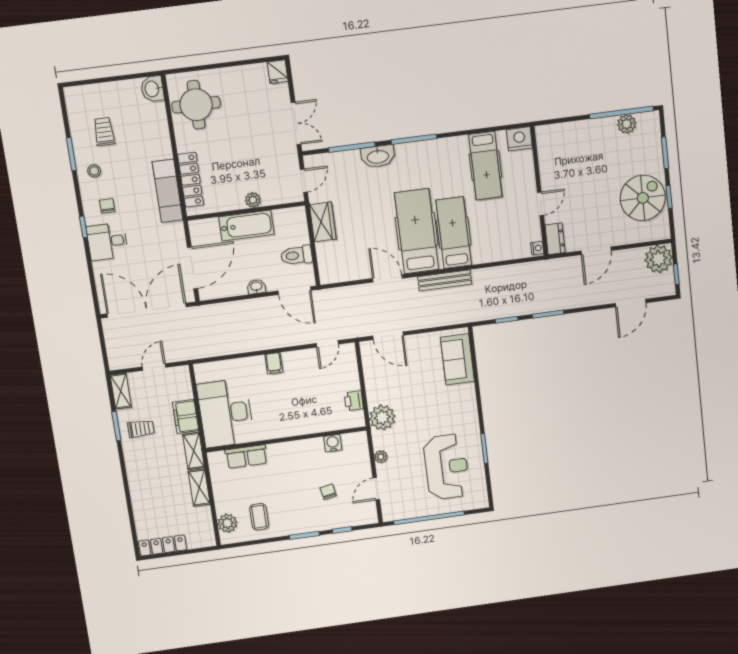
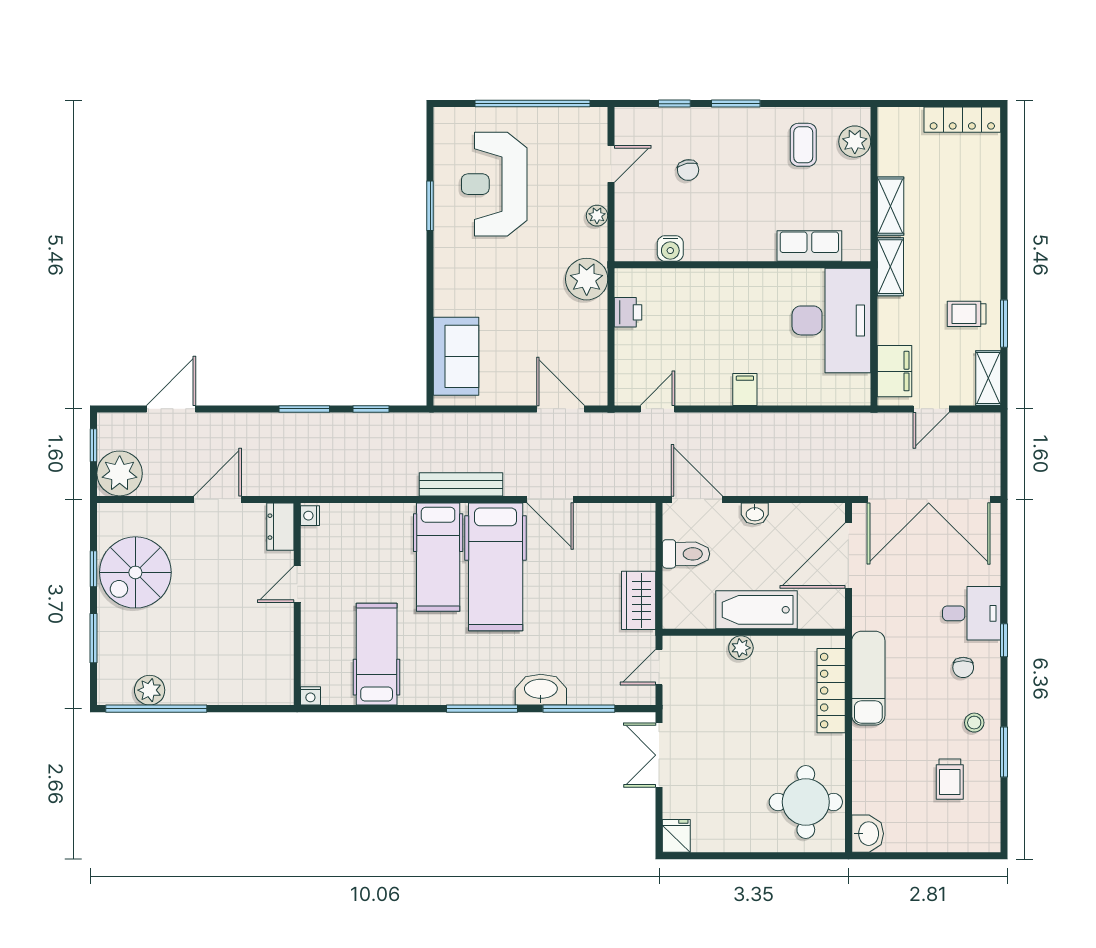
nightstand: (519, 139) -> (310, 696), width x0.53, depth x0.56
filing cabinet: (186, 416) -> (894, 371), moved

